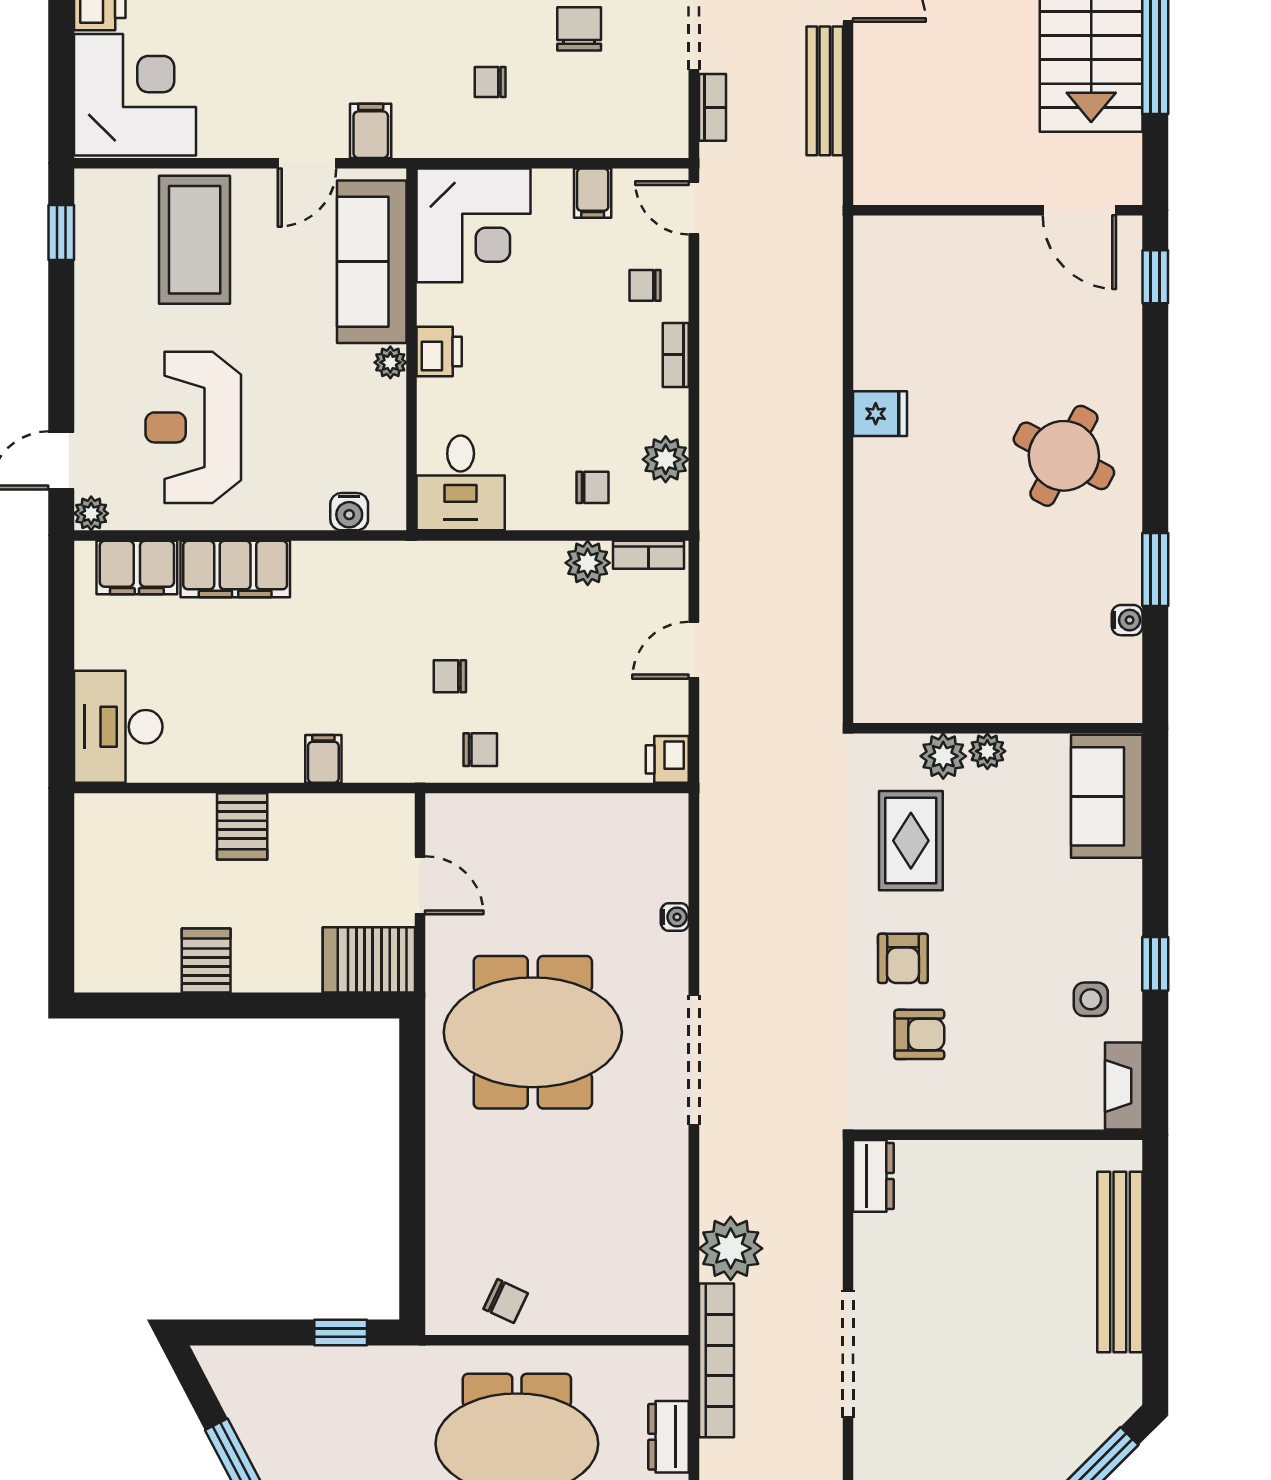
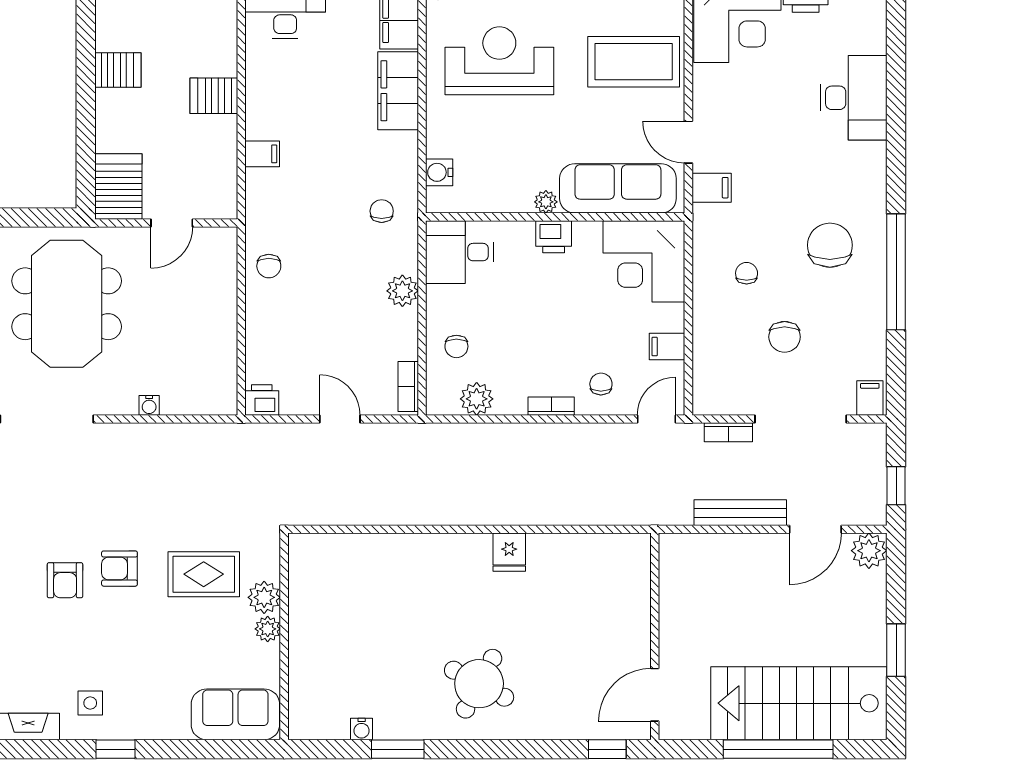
chair: (579, 29) -> (785, 337), turned 90
plant: (588, 563) -> (402, 291), moved
chair: (450, 676) -> (382, 211), moved

